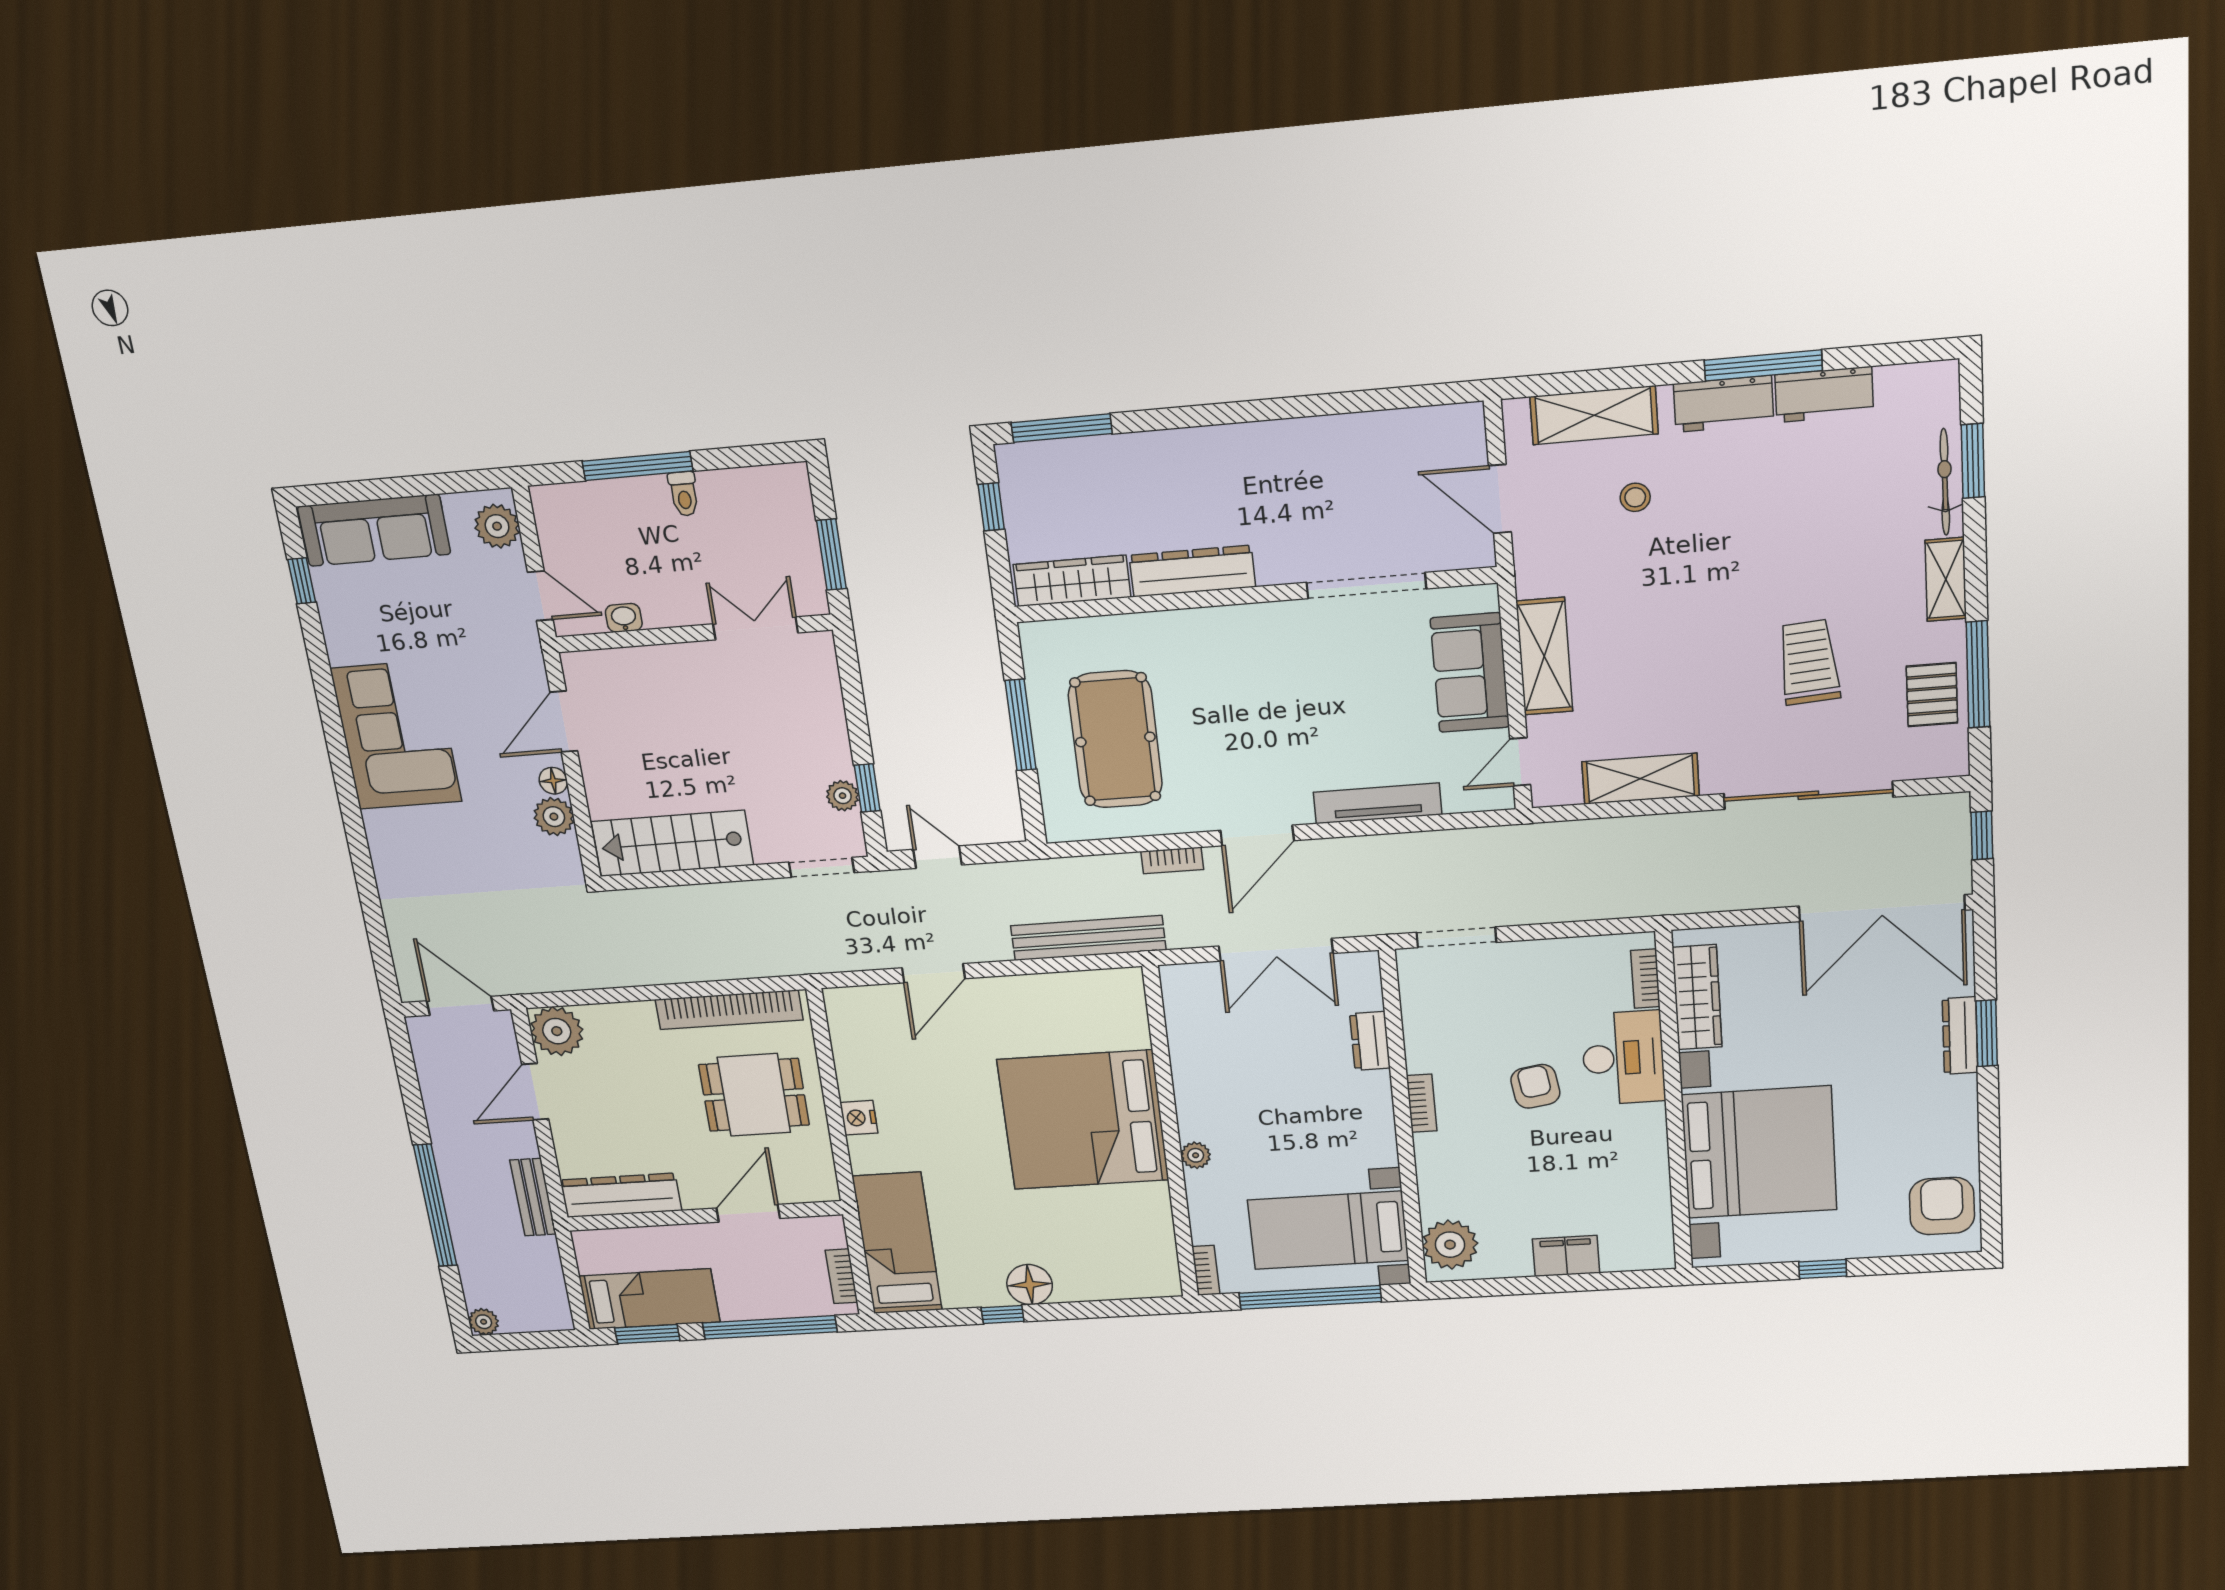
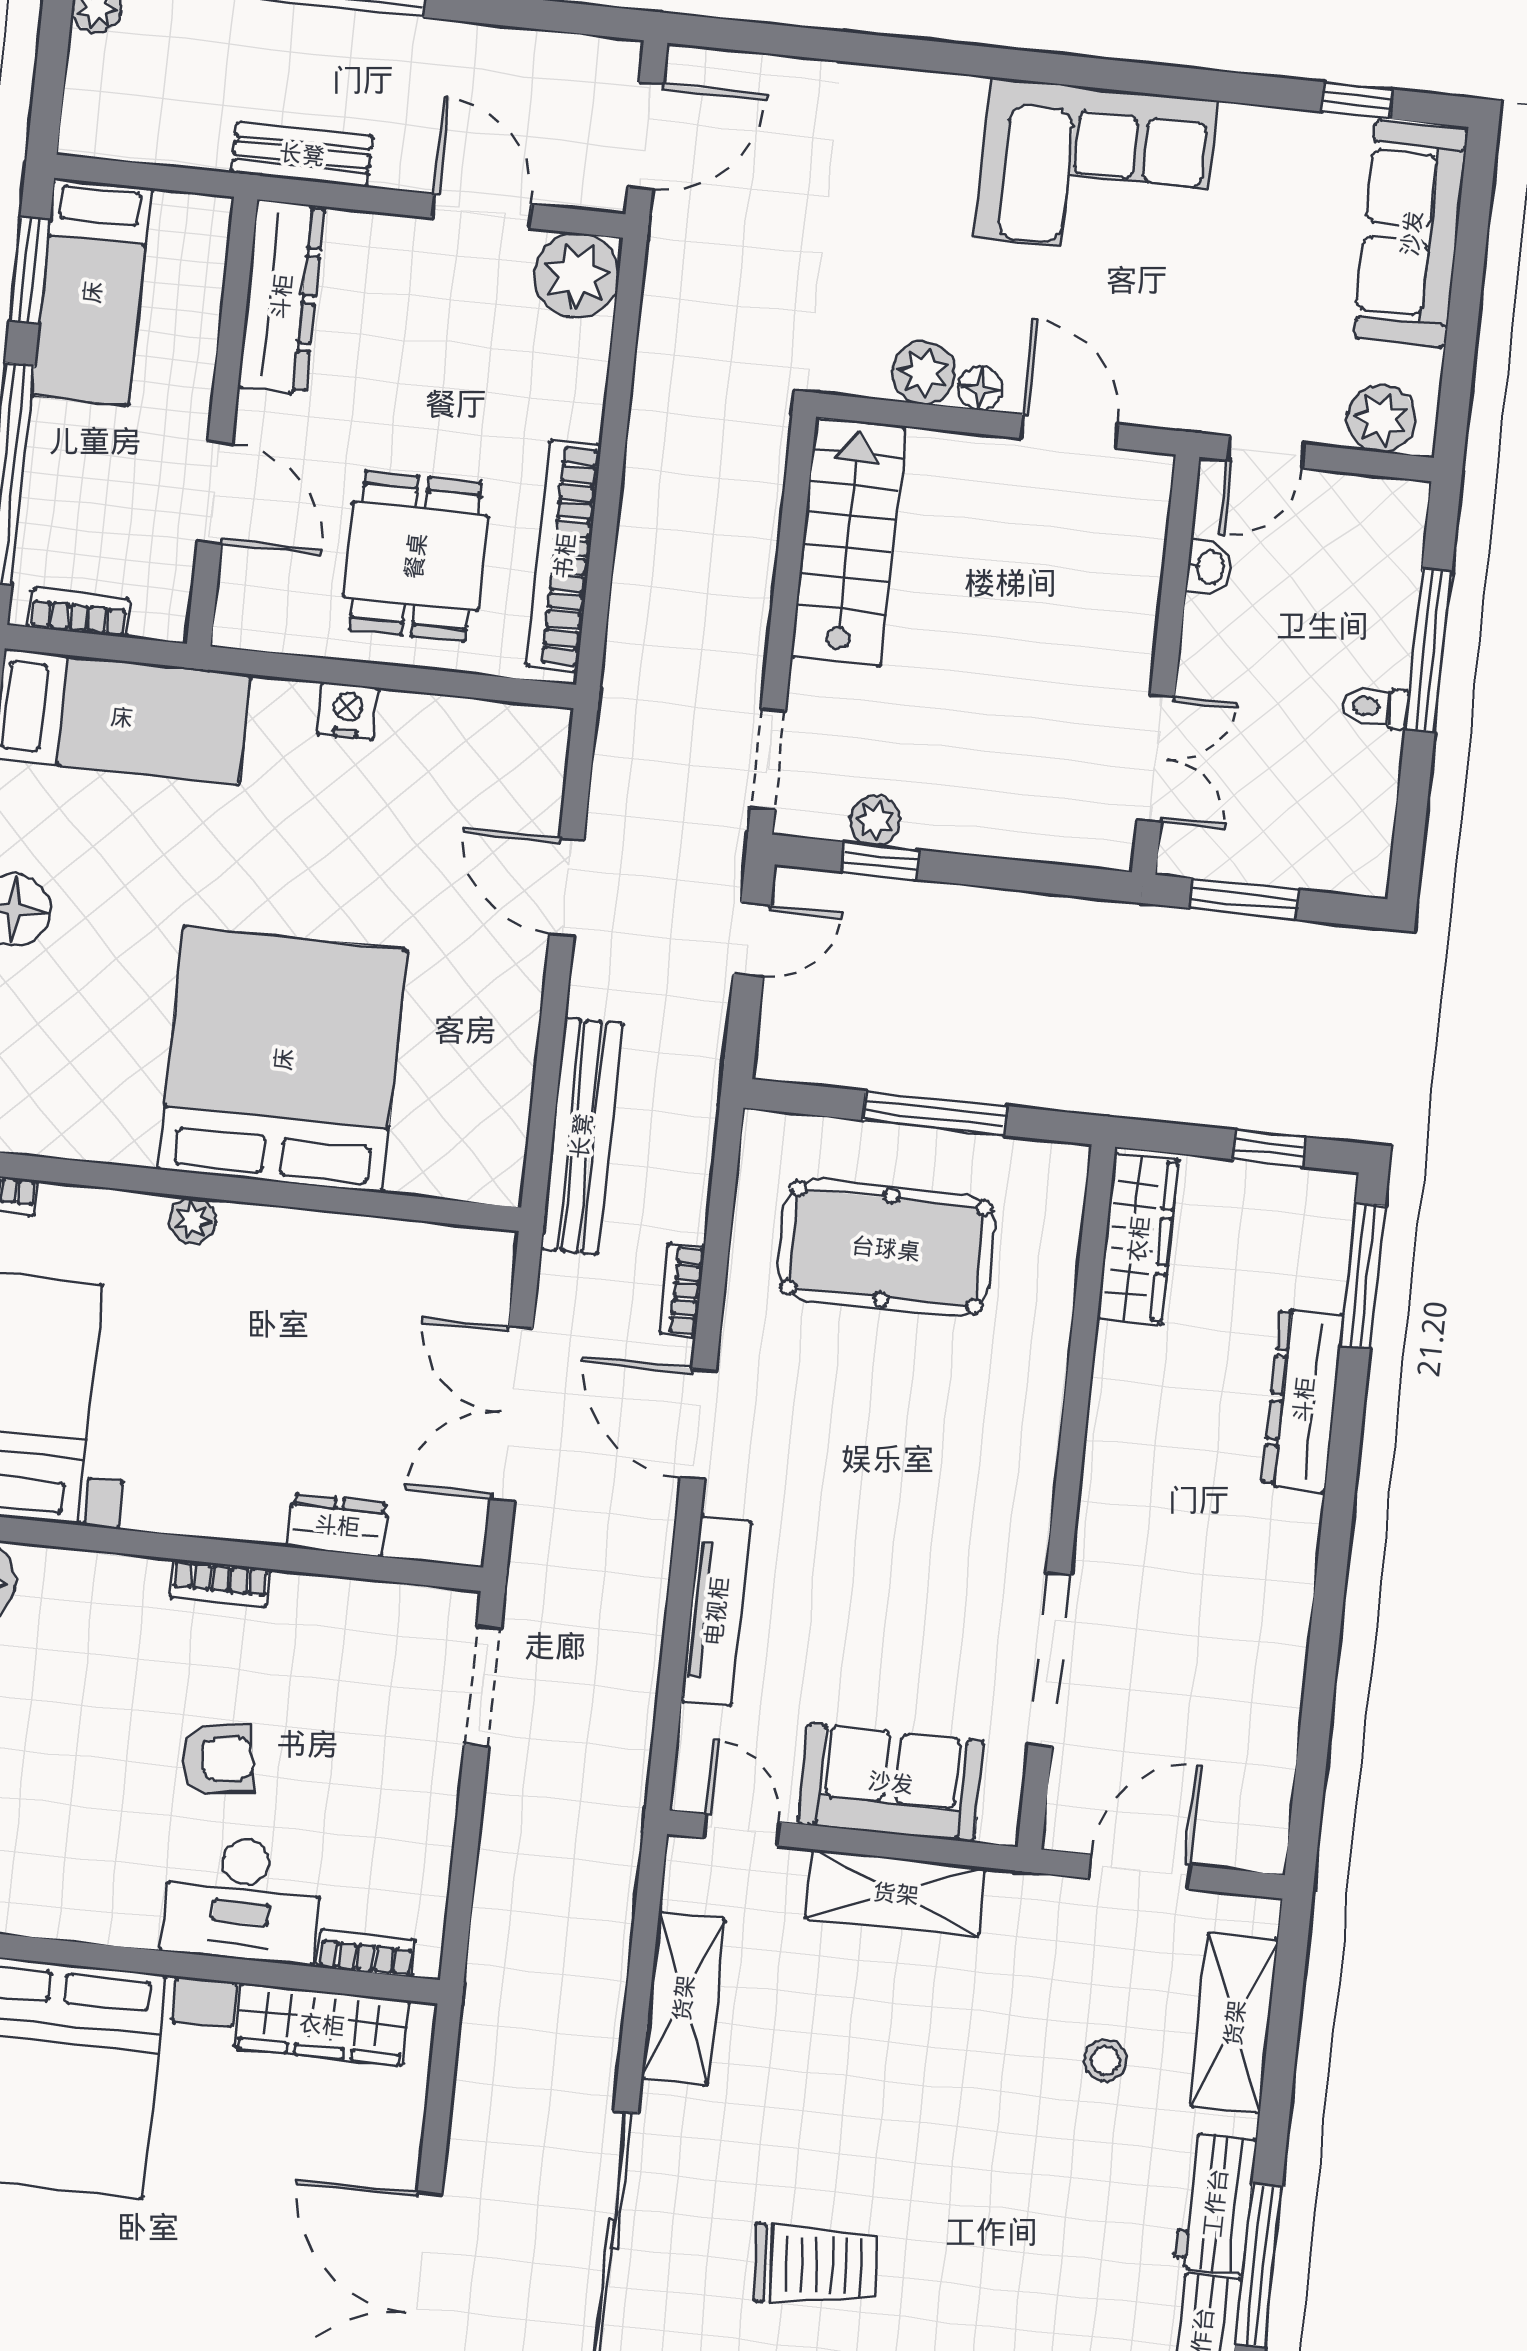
dresser: (1192, 571) -> (1303, 1400), moved, turned 180

